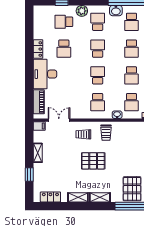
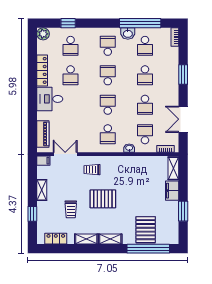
plant: (82, 11) -> (43, 34), moved
school desk: (64, 22) -> (71, 46), turned -90
locker: (38, 49) -> (42, 70), width x1.53
desk: (45, 74) -> (50, 99), width x0.73
school desk: (131, 102) -> (145, 134), turned 180
trolley: (106, 133) -> (71, 209), moved

